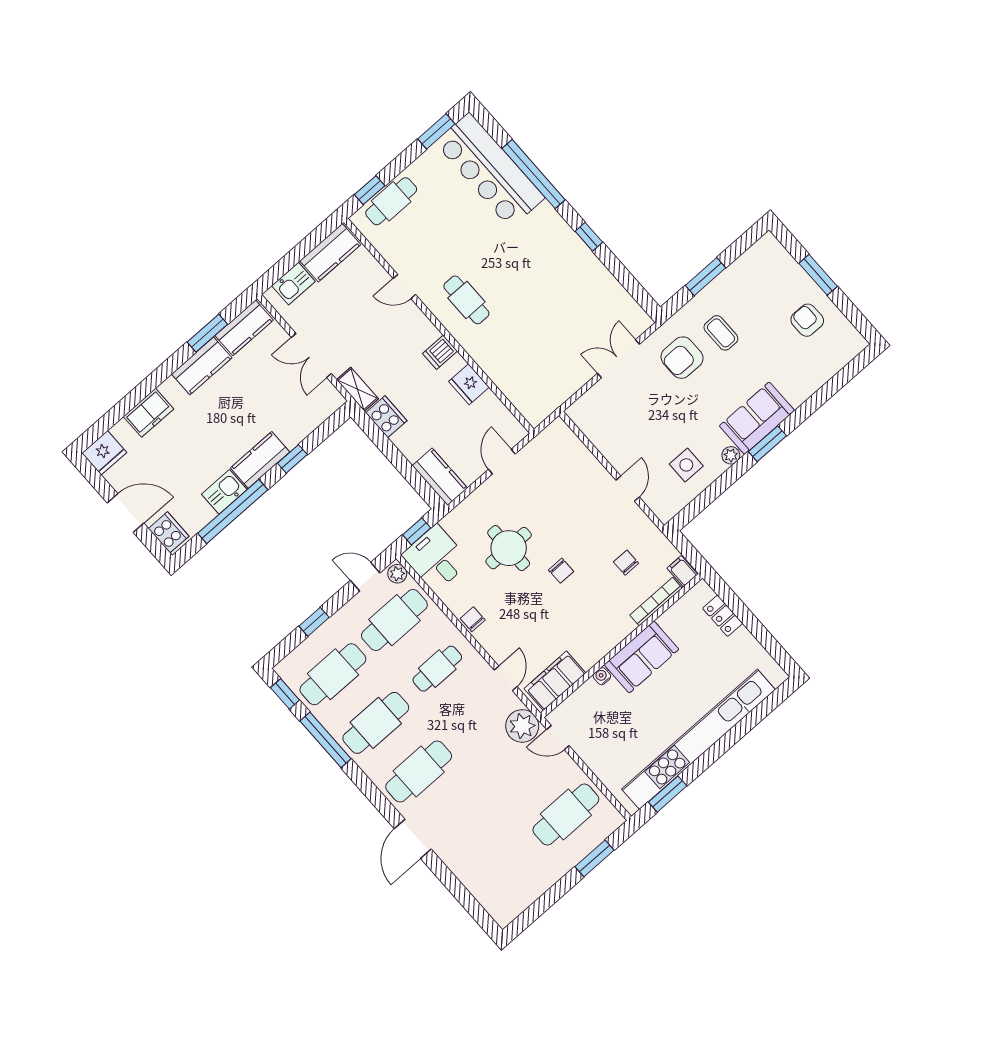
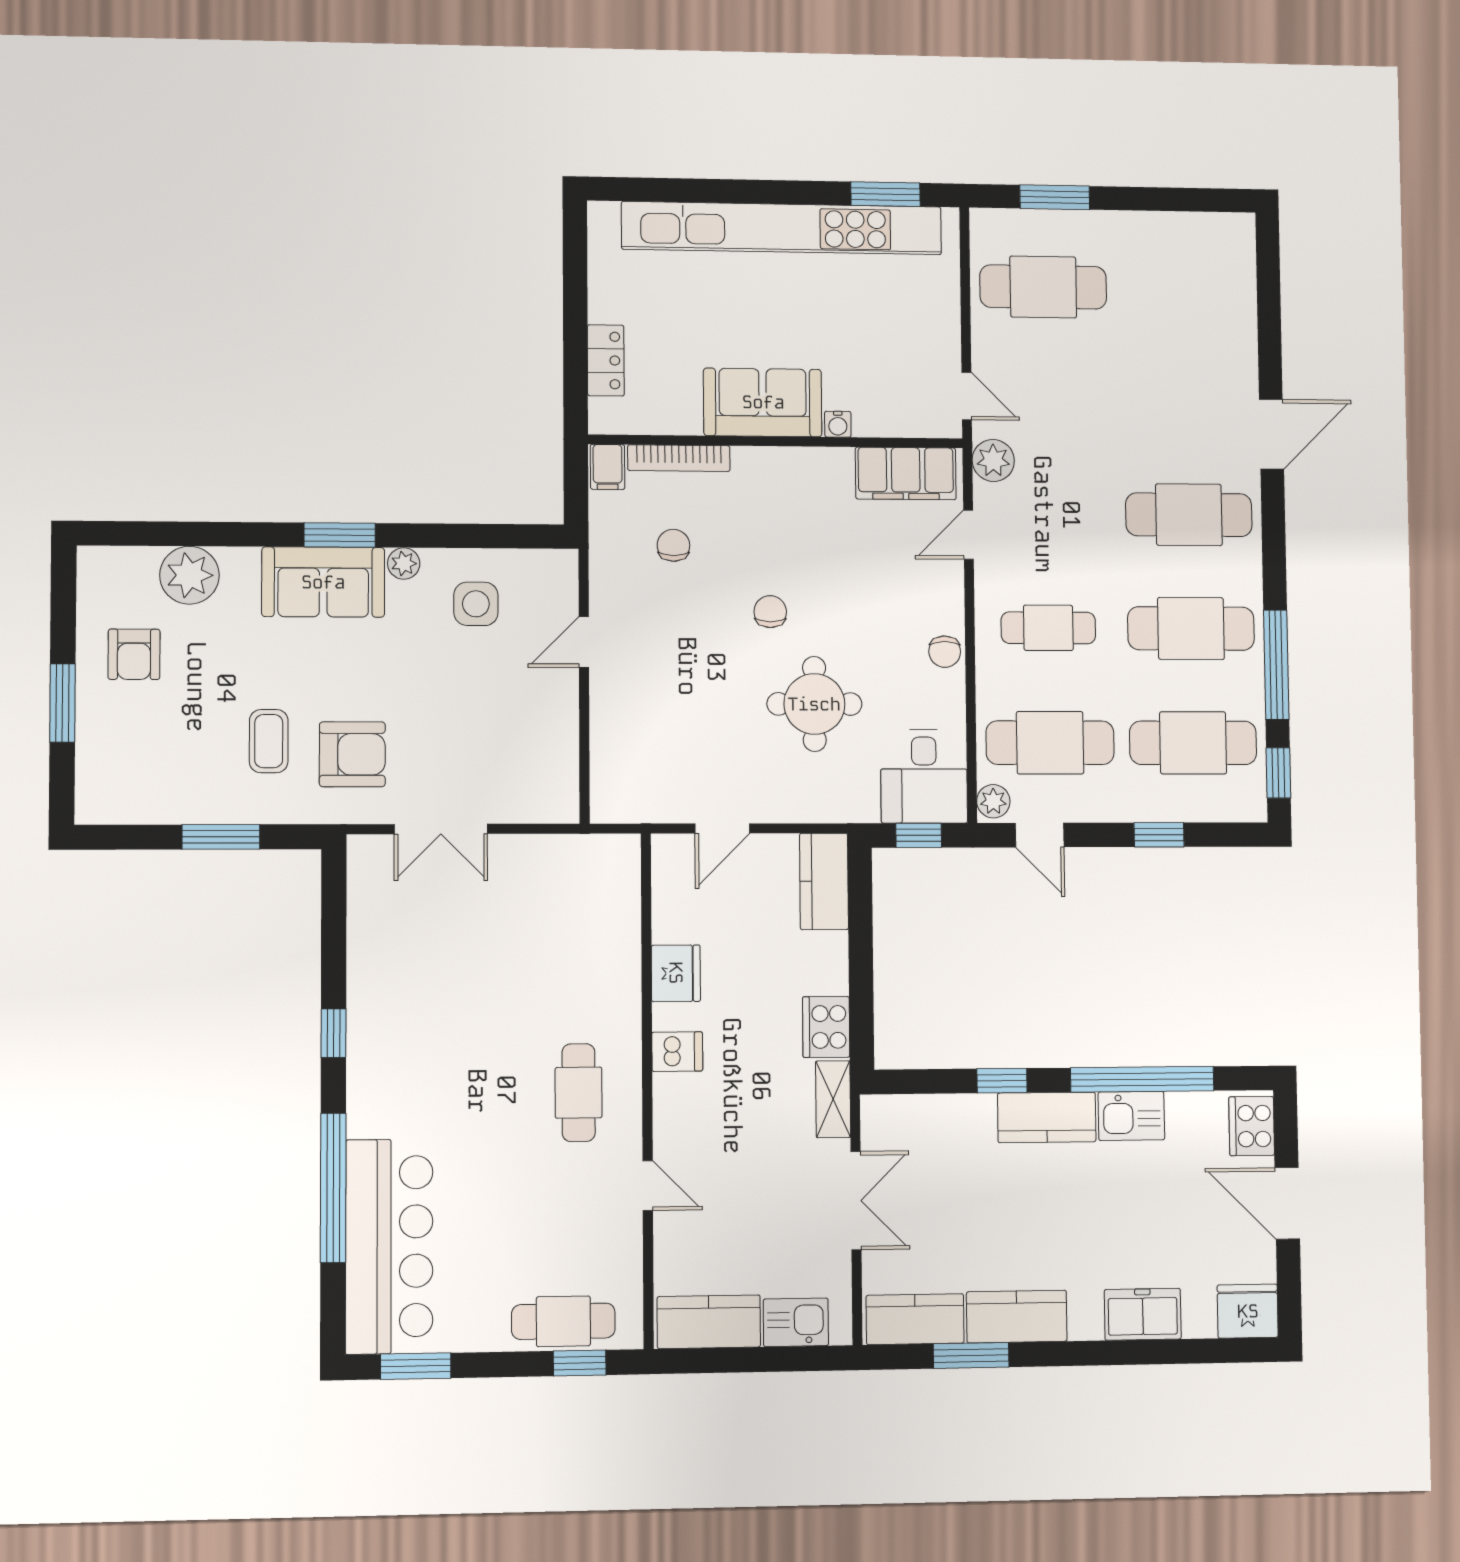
plant: (814, 373) -> (189, 575), added
chair: (626, 563) -> (673, 545), turned 180
plant: (522, 726) -> (993, 460), width x0.73, depth x0.73

